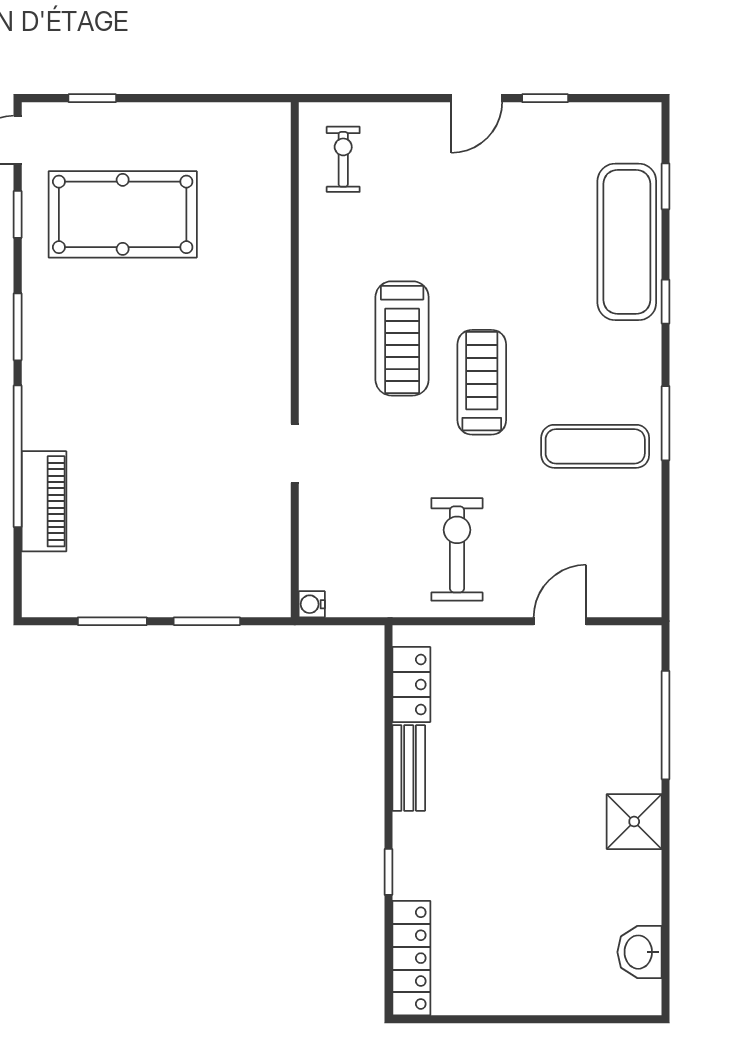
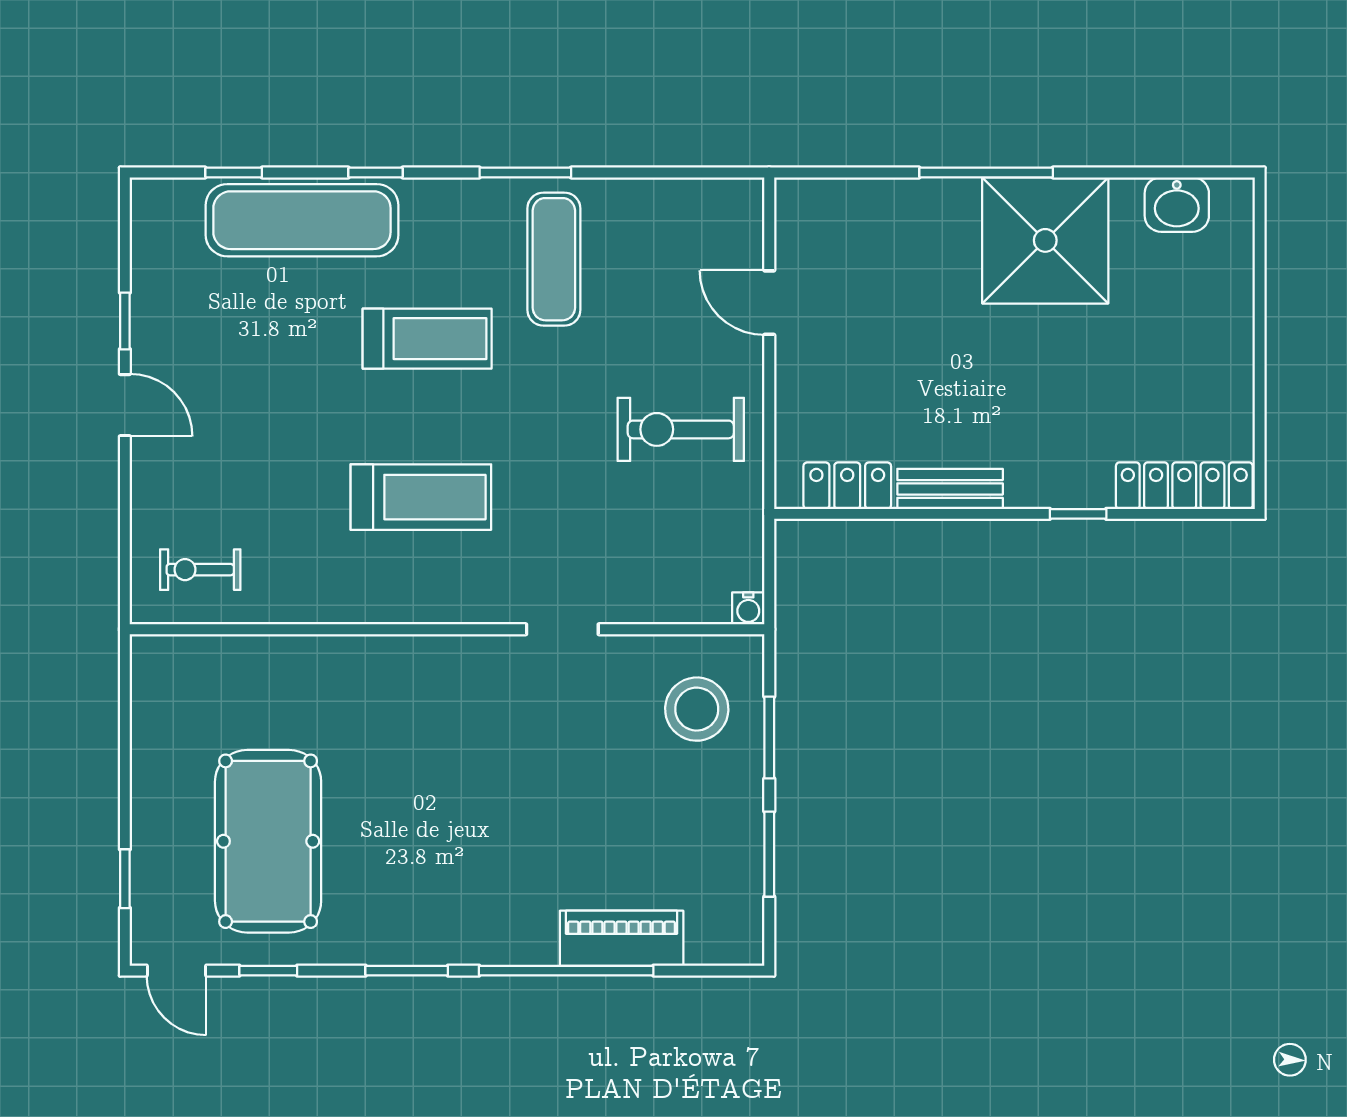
treadmill: (482, 382) -> (427, 339), moved, turned 180
stool: (230, 562) -> (697, 709), added
window: (666, 725) -> (986, 173), moved
shower: (634, 822) -> (1045, 240), width x1.86, depth x1.86

